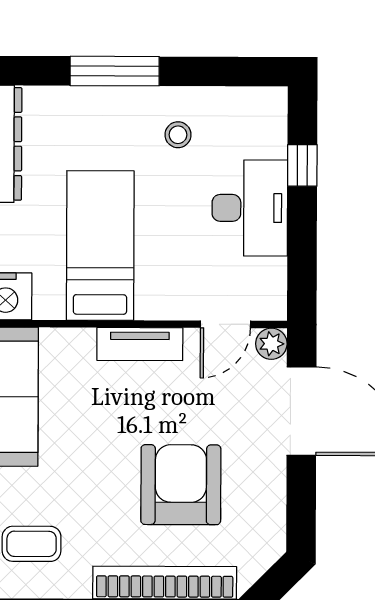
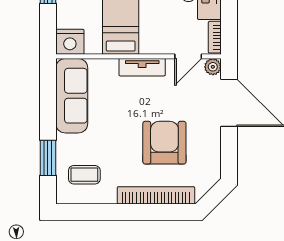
bookcase: (275, 289) -> (215, 37), added

